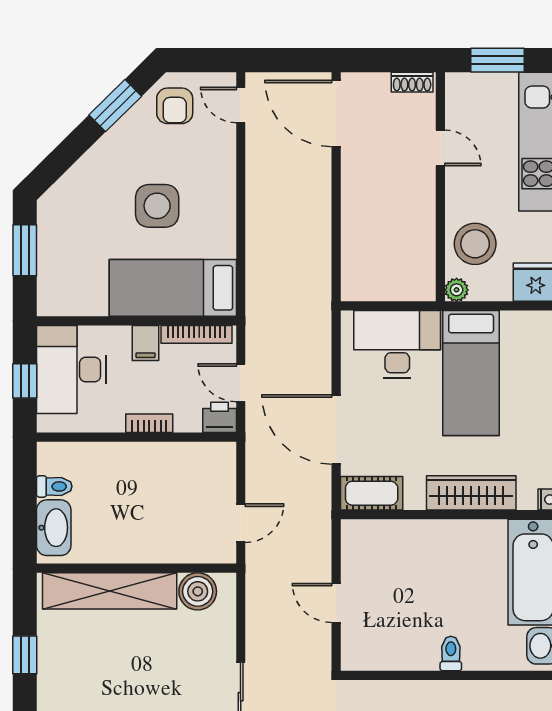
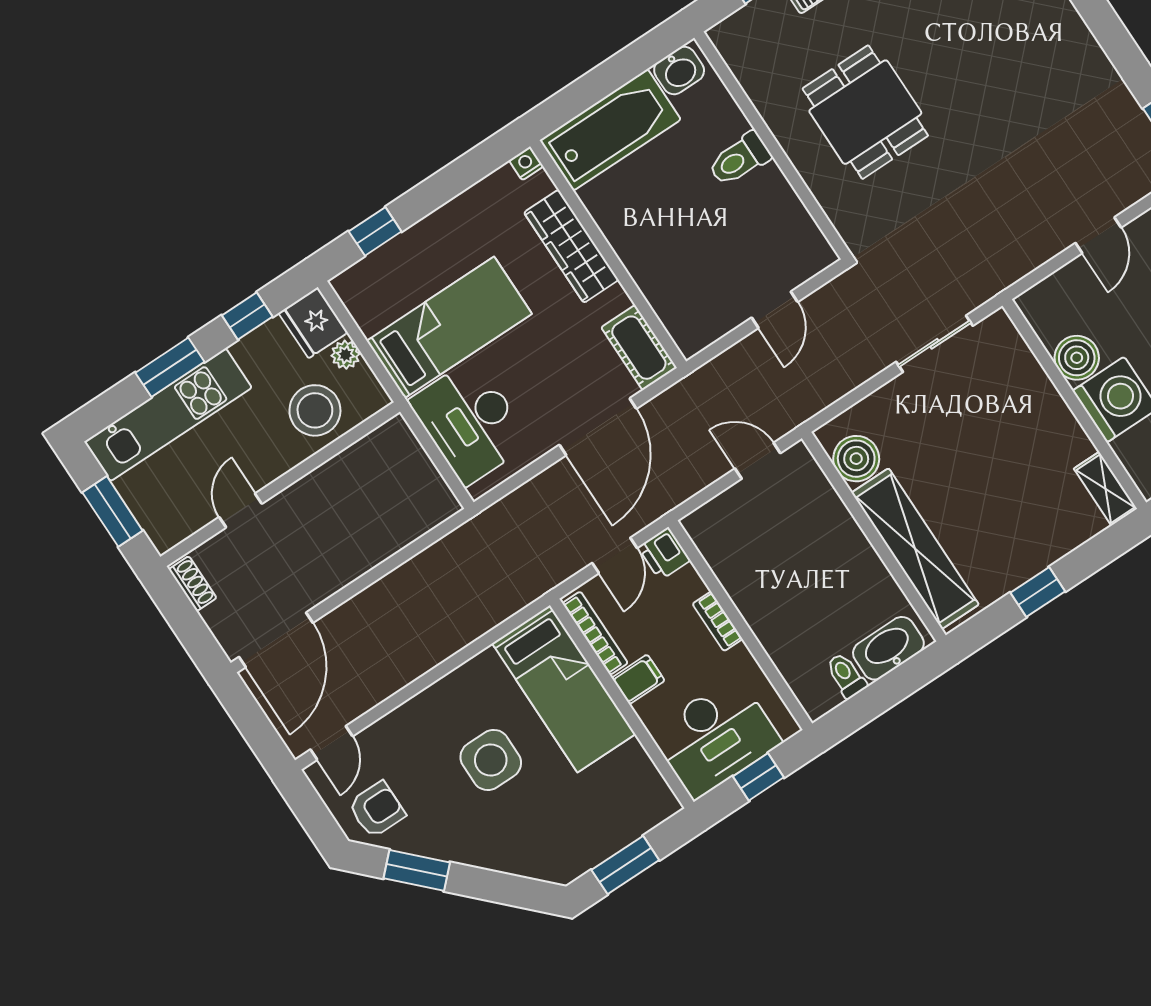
plant: (457, 290) -> (346, 355), moved
toilet: (451, 654) -> (739, 159), width x1.37, depth x1.39

